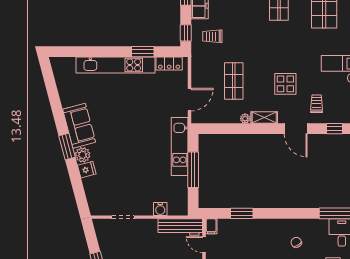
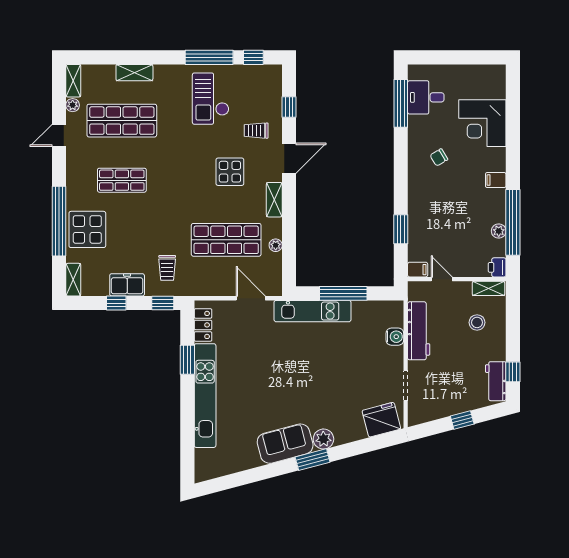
shop shelf: (234, 81) -> (226, 240), width x1.43, depth x1.36
plant: (245, 119) -> (276, 245), moved
fridge: (87, 170) -> (381, 420), moved, width x1.88, depth x1.34
workbench: (180, 227) -> (419, 331), moved
door: (204, 245) -> (442, 279), swing flipped

